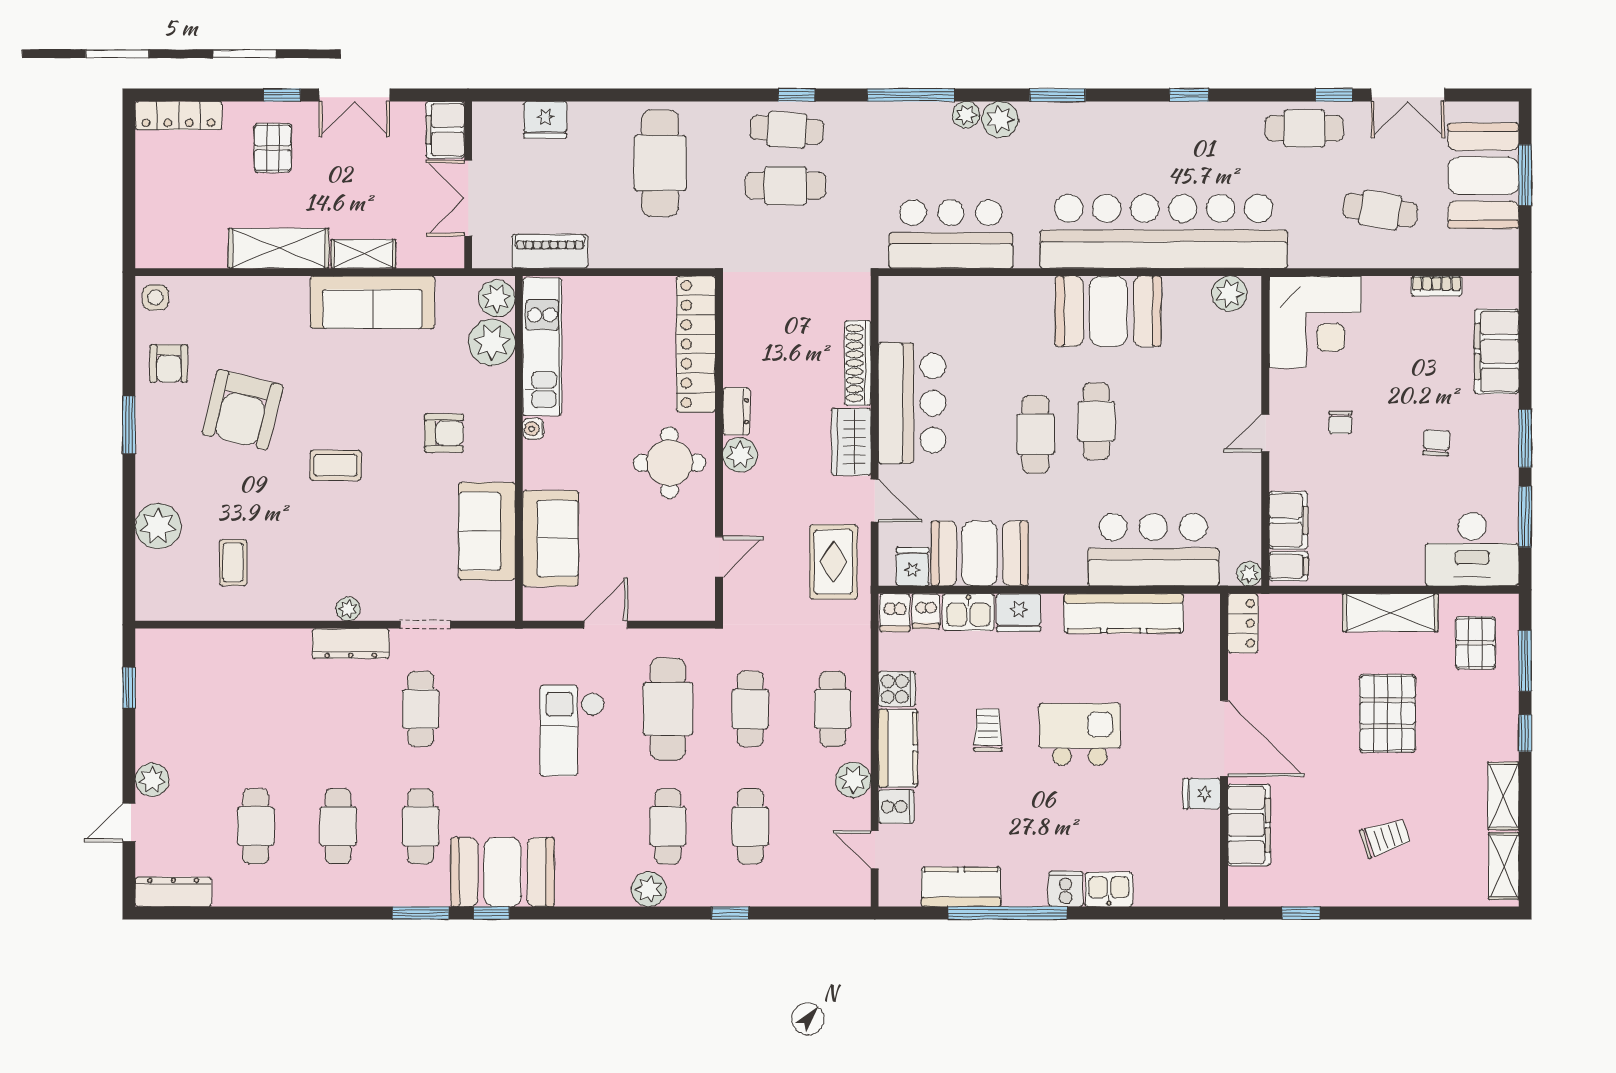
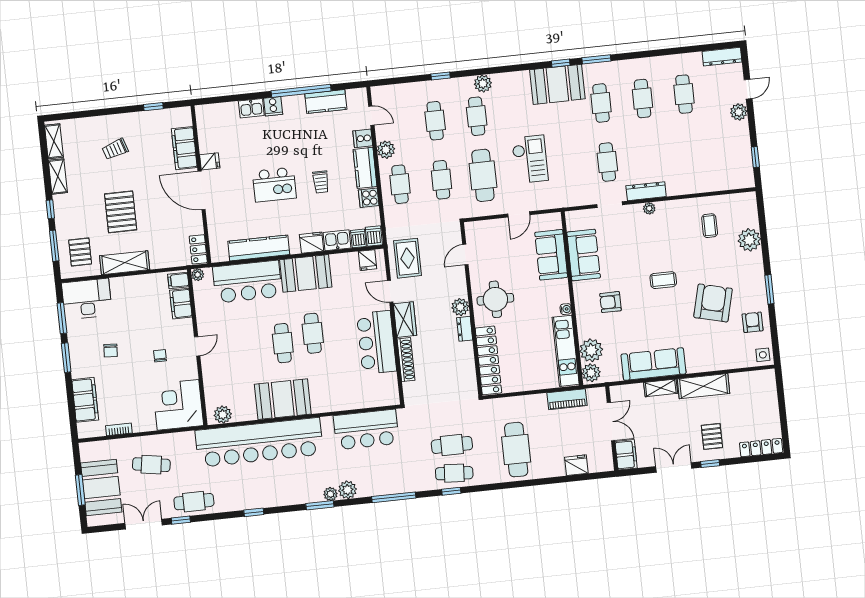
plant: (966, 115) -> (330, 494), moved
booth: (980, 553) -> (306, 273), moved

